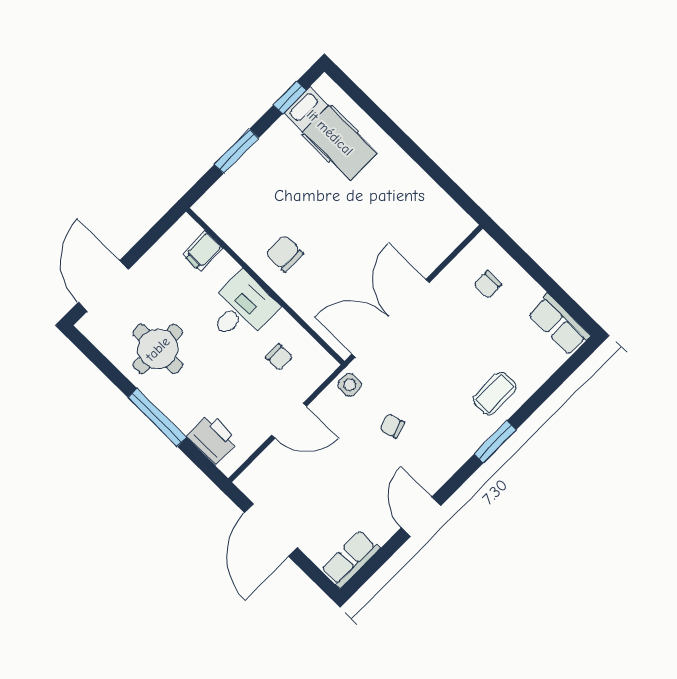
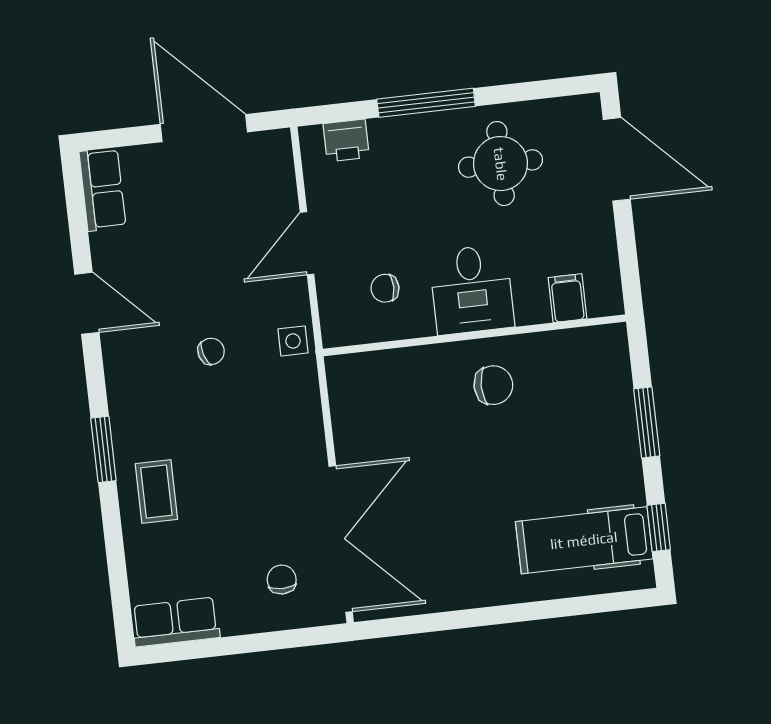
double door: (390, 318) -> (341, 539), moved
printer: (213, 439) -> (346, 140), width x0.73, depth x0.81

